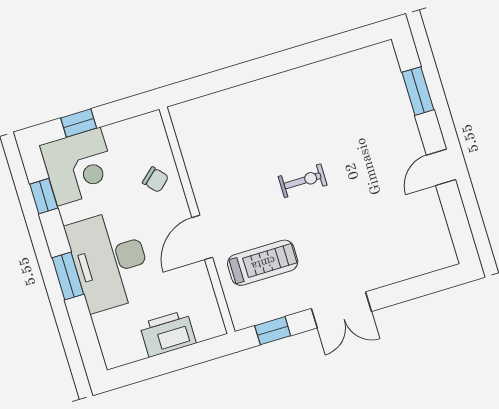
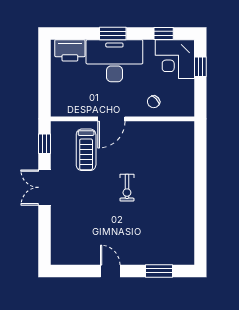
door: (202, 237) -> (111, 119), swing flipped
printer: (168, 334) -> (70, 50), moved, turned 90

